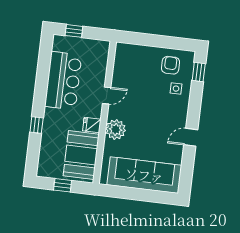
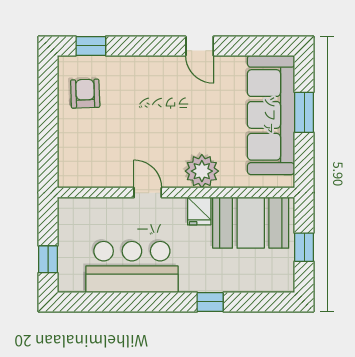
armchair: (171, 65) -> (85, 94), turned 88
side table: (176, 89) -> (122, 80), removed
window: (143, 195) -> (304, 112), added

